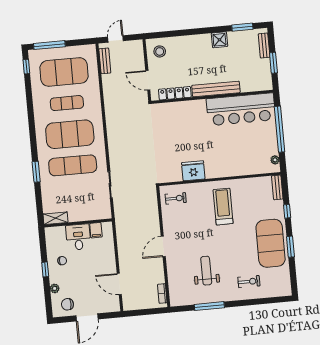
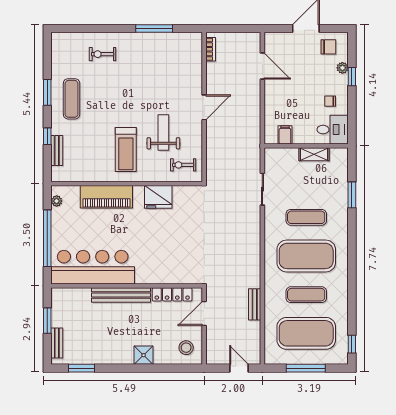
door: (115, 39) -> (239, 368), swing flipped
shower: (219, 40) -> (144, 355), moved
window: (49, 45) -> (306, 368), moved
bench: (105, 61) -> (255, 304), moved
door: (148, 80) -> (204, 314), swing flipped
exercise mat: (73, 165) -> (306, 217), width x0.73, depth x0.69
piano: (235, 167) -> (106, 197), added
window: (36, 172) -> (352, 195), moved
bench: (277, 187) -> (57, 151), moved
shelving: (56, 218) -> (314, 154), moved
desk: (78, 237) -> (333, 130), moved, turned -90
exercise mat: (271, 243) -> (72, 99), width x0.50, depth x0.69
window: (45, 269) -> (352, 77), moved
weight bench: (206, 271) -> (163, 133), moved, turned 180

